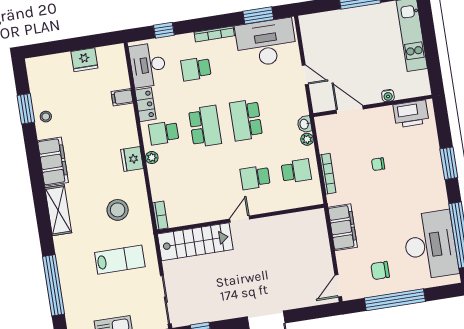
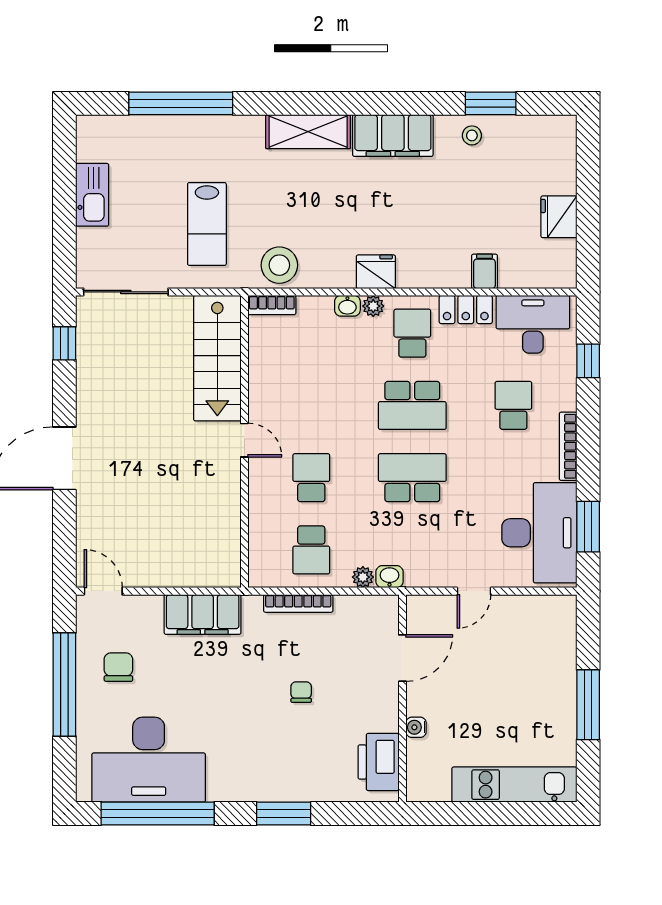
washbasin: (154, 172) -> (347, 306), added
stool: (118, 210) -> (279, 265), moved

